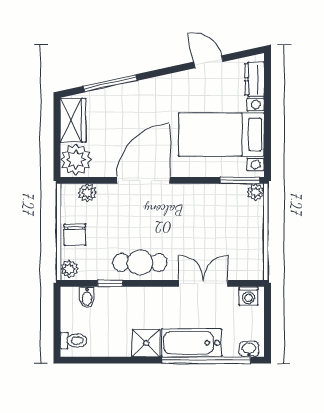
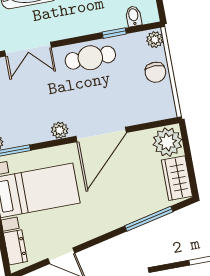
plant: (87, 193) -> (60, 130), moved
chair: (75, 235) -> (155, 72), turned 180

